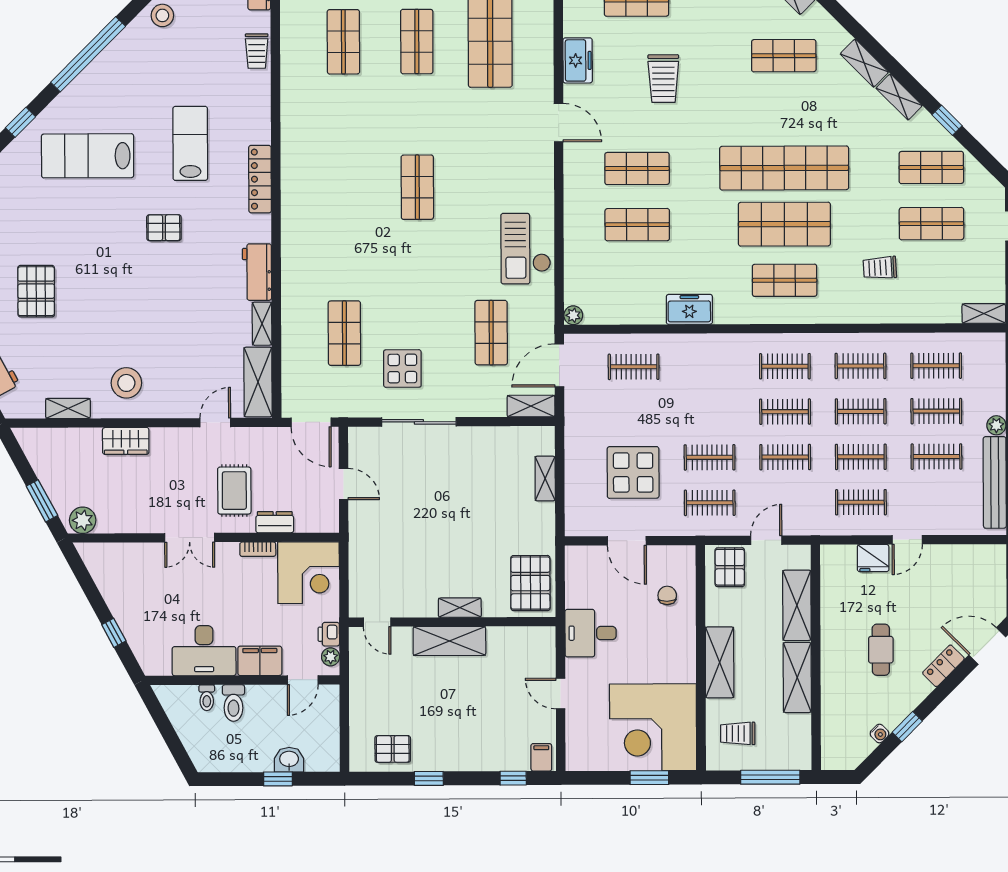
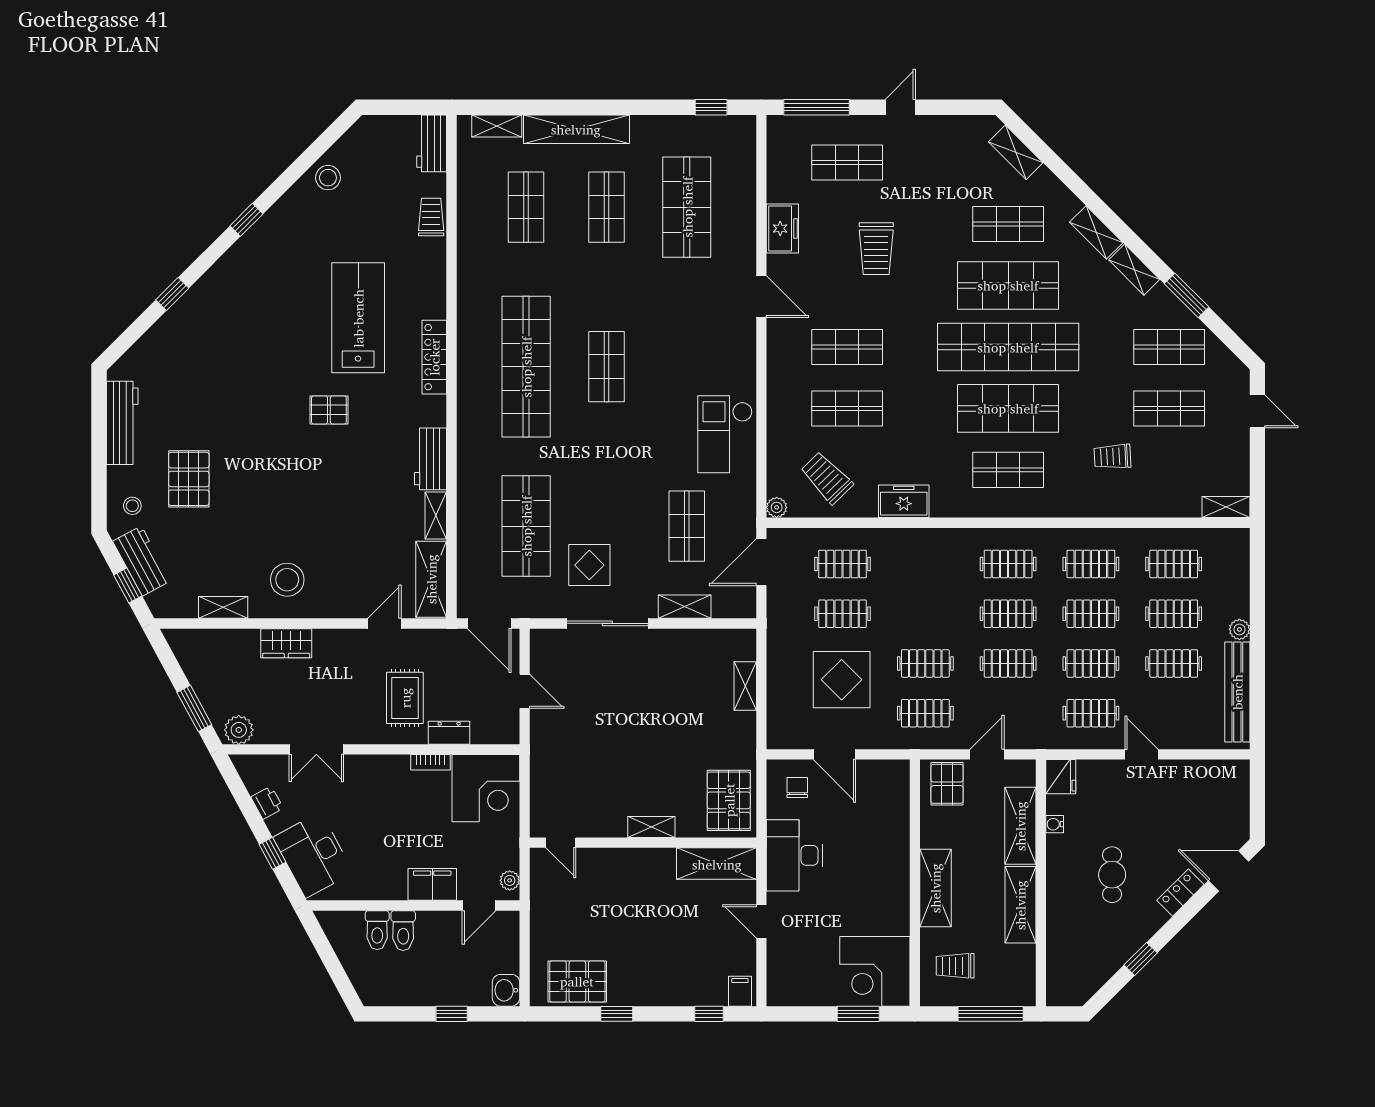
trolley: (257, 51) -> (431, 217), turned 180
window: (88, 54) -> (246, 220), width x0.32
shop shelf: (784, 112) -> (1008, 285), added
window: (947, 120) -> (1187, 295), width x1.50
lab bench: (190, 143) -> (358, 318), width x1.36, depth x1.39
lab bench: (88, 156) -> (246, 331), removed
shop shelf: (344, 187) -> (526, 367), added
trolley: (619, 288) -> (827, 478), added
shop shelf: (344, 333) -> (526, 526), width x1.43, depth x1.36
shelving: (531, 406) -> (685, 607), moved
clothes rail: (634, 412) -> (843, 614), added
double door: (190, 538) -> (316, 749), moved
door: (907, 540) -> (1141, 754), swing flipped
fridge: (873, 558) -> (1061, 777), moved, turned -90
chair: (667, 595) -> (797, 788), moved
desk: (591, 633) -> (794, 855), width x1.37
printer: (329, 634) -> (267, 803), moved, turned 152
shelving: (449, 641) -> (717, 864), moved
desk: (204, 651) -> (313, 855), moved, turned 62
toilet: (207, 698) -> (377, 930), width x1.37, depth x1.39
corner desk: (653, 727) -> (875, 971), width x0.74, depth x0.74
water cooler: (879, 734) -> (1055, 824), moved, turned 135
pallet: (393, 749) -> (577, 981), width x1.50, depth x1.42
washbasin: (289, 760) -> (506, 990), moved, turned -90

